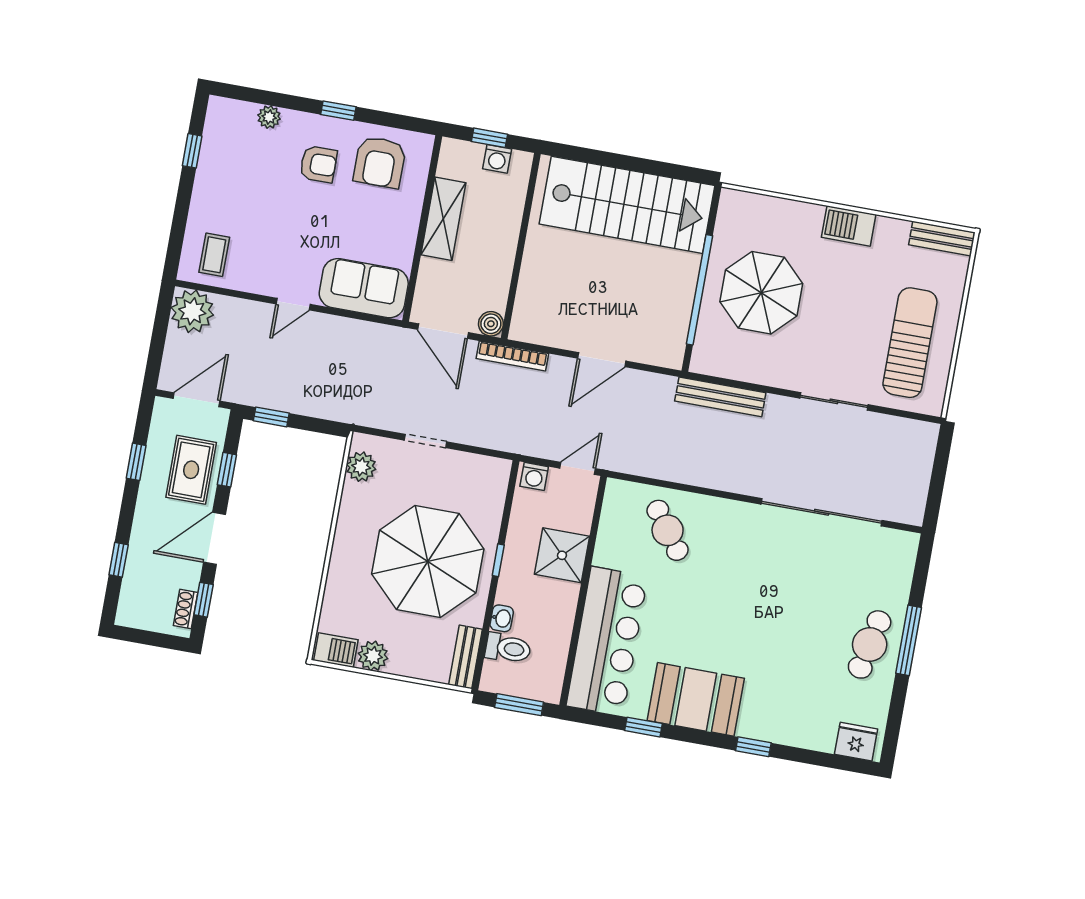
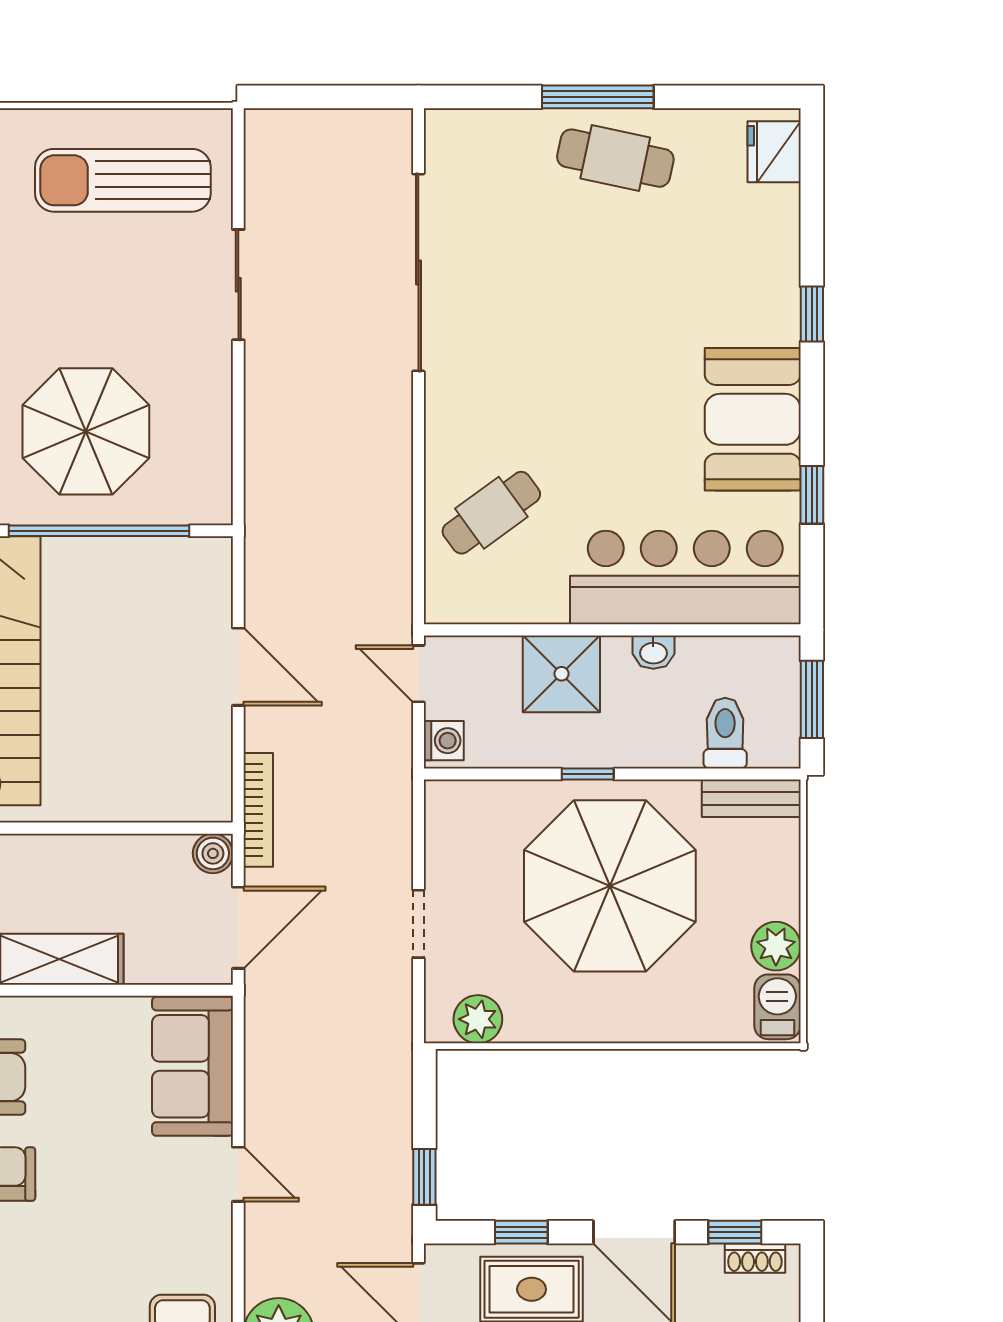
bench: (720, 397) -> (264, 467), removed
washbasin: (502, 618) -> (653, 652), moved, turned 180

